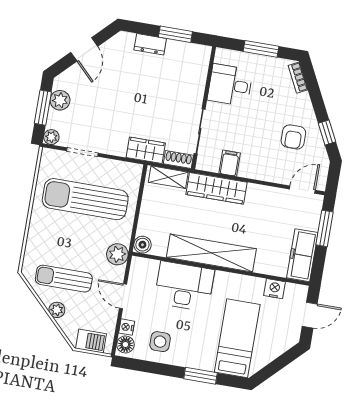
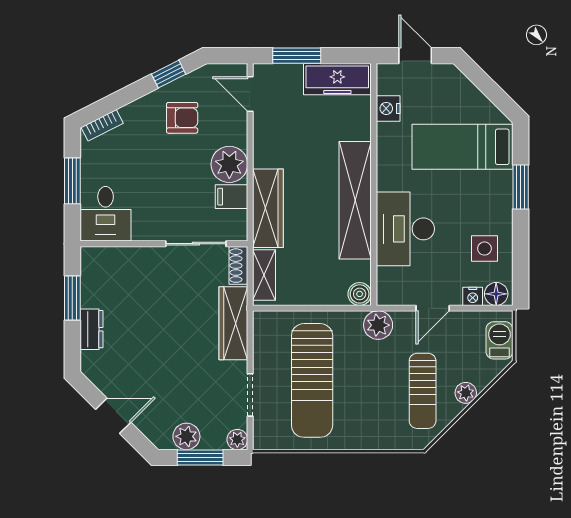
desk: (230, 85) -> (106, 214), moved
wardrobe: (146, 150) -> (233, 323), width x1.50
plant: (253, 166) -> (229, 164), added

